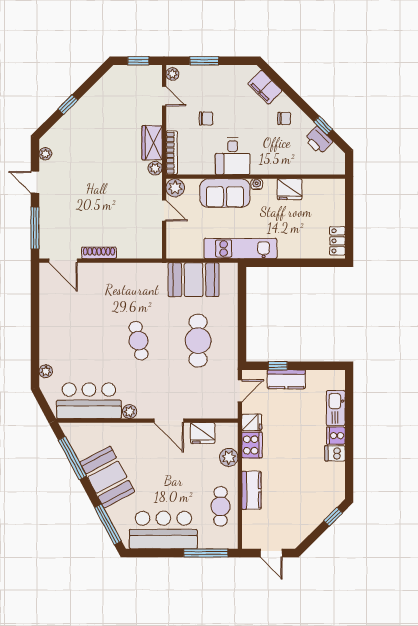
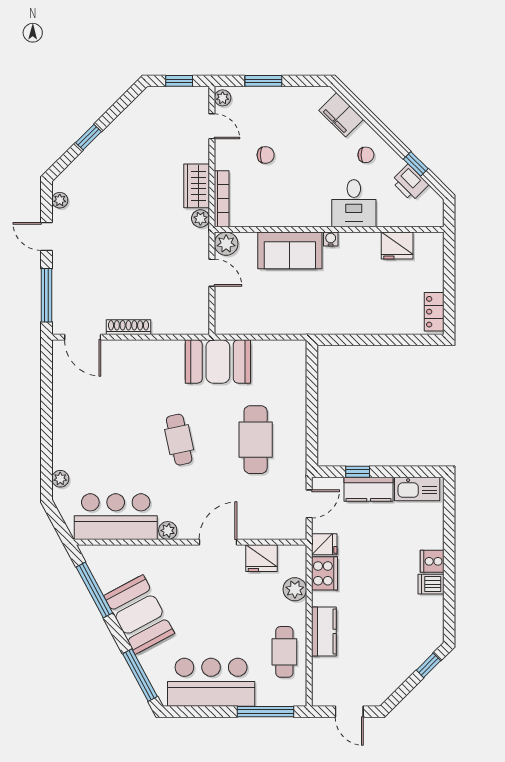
desk: (233, 156) -> (354, 203), moved
fridge: (290, 189) -> (397, 246), moved
kitchen unit: (240, 248) -> (310, 322), removed
booth: (194, 280) -> (218, 361), moved
kitchen sink: (336, 408) -> (417, 489), moved, turned -90
door: (169, 421) -> (218, 542), swing flipped

